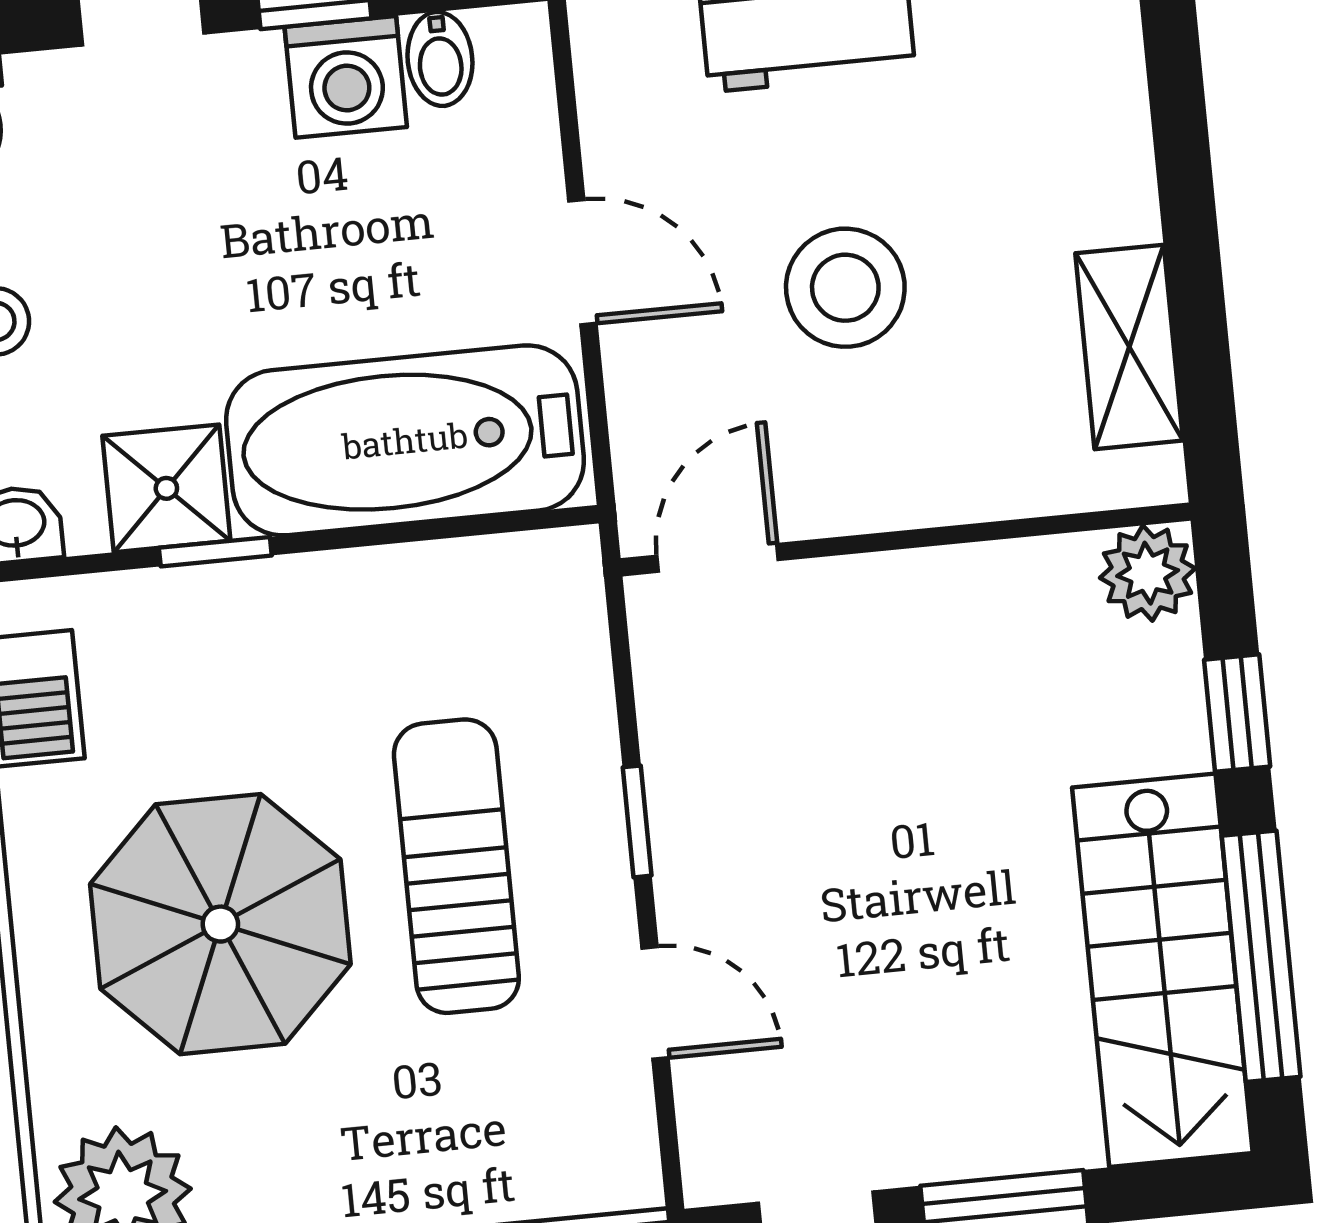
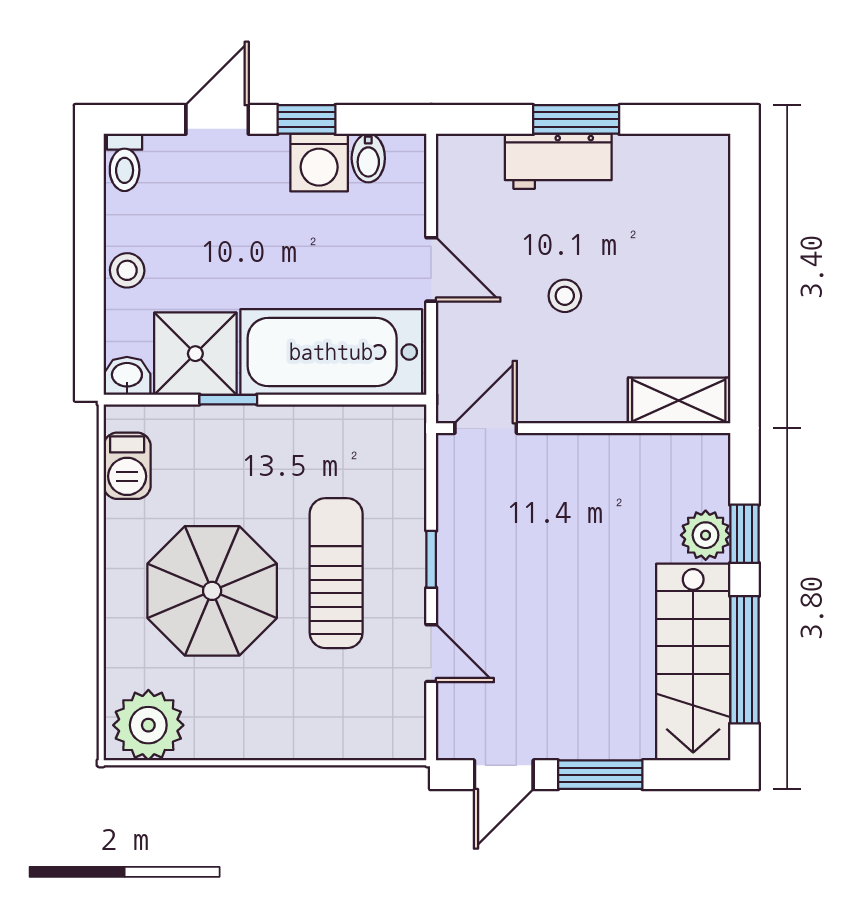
stool: (845, 288) -> (565, 296), width x0.53, depth x0.53
shelving: (1129, 347) -> (679, 400), moved, turned 90
shower: (166, 488) -> (195, 354), width x1.36, depth x1.36
plant: (1148, 573) -> (706, 535), moved

